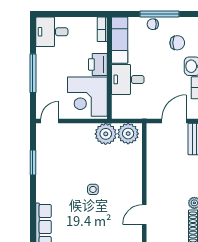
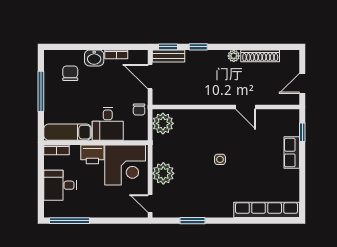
chair: (153, 24) -> (139, 110), moved
desk: (52, 32) -> (60, 185), moved, turned 90
window: (33, 73) -> (70, 221), moved
plant: (106, 134) -> (163, 173), moved

